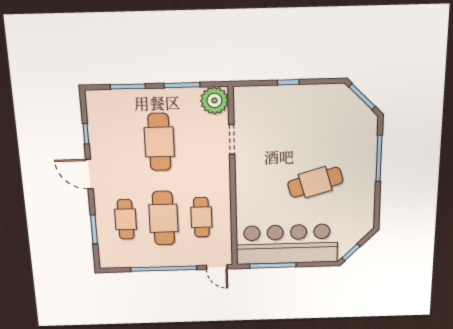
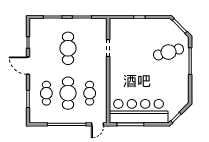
plant: (214, 100) -> (99, 26), removed
cafe table: (315, 182) -> (169, 52), moved
door: (217, 267) -> (98, 124), hinge flipped

